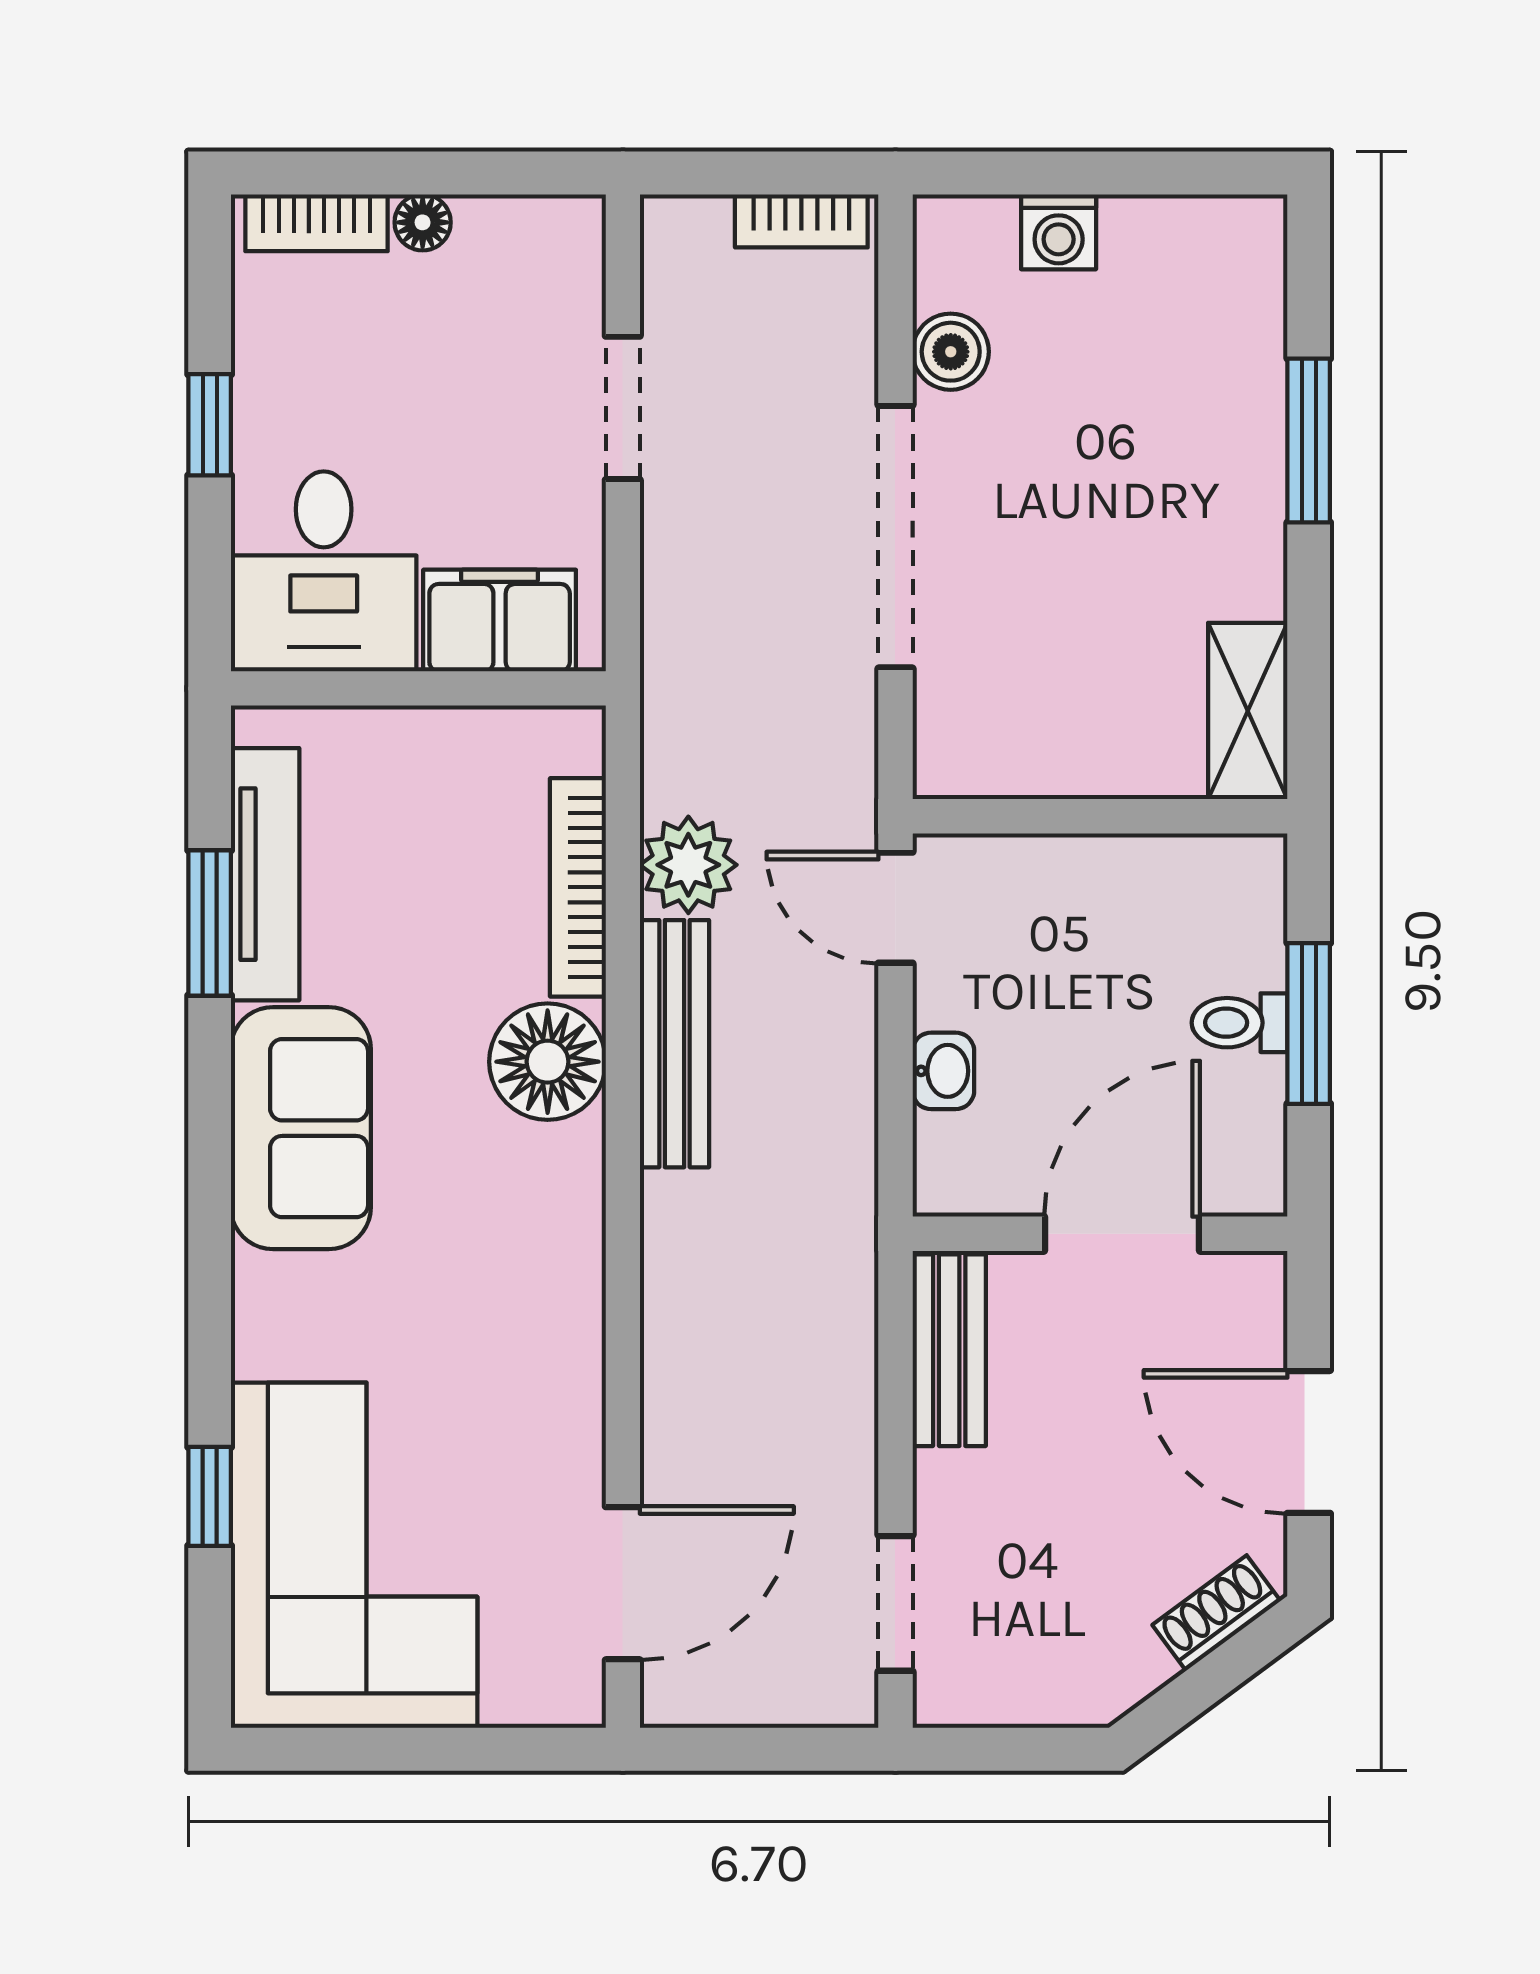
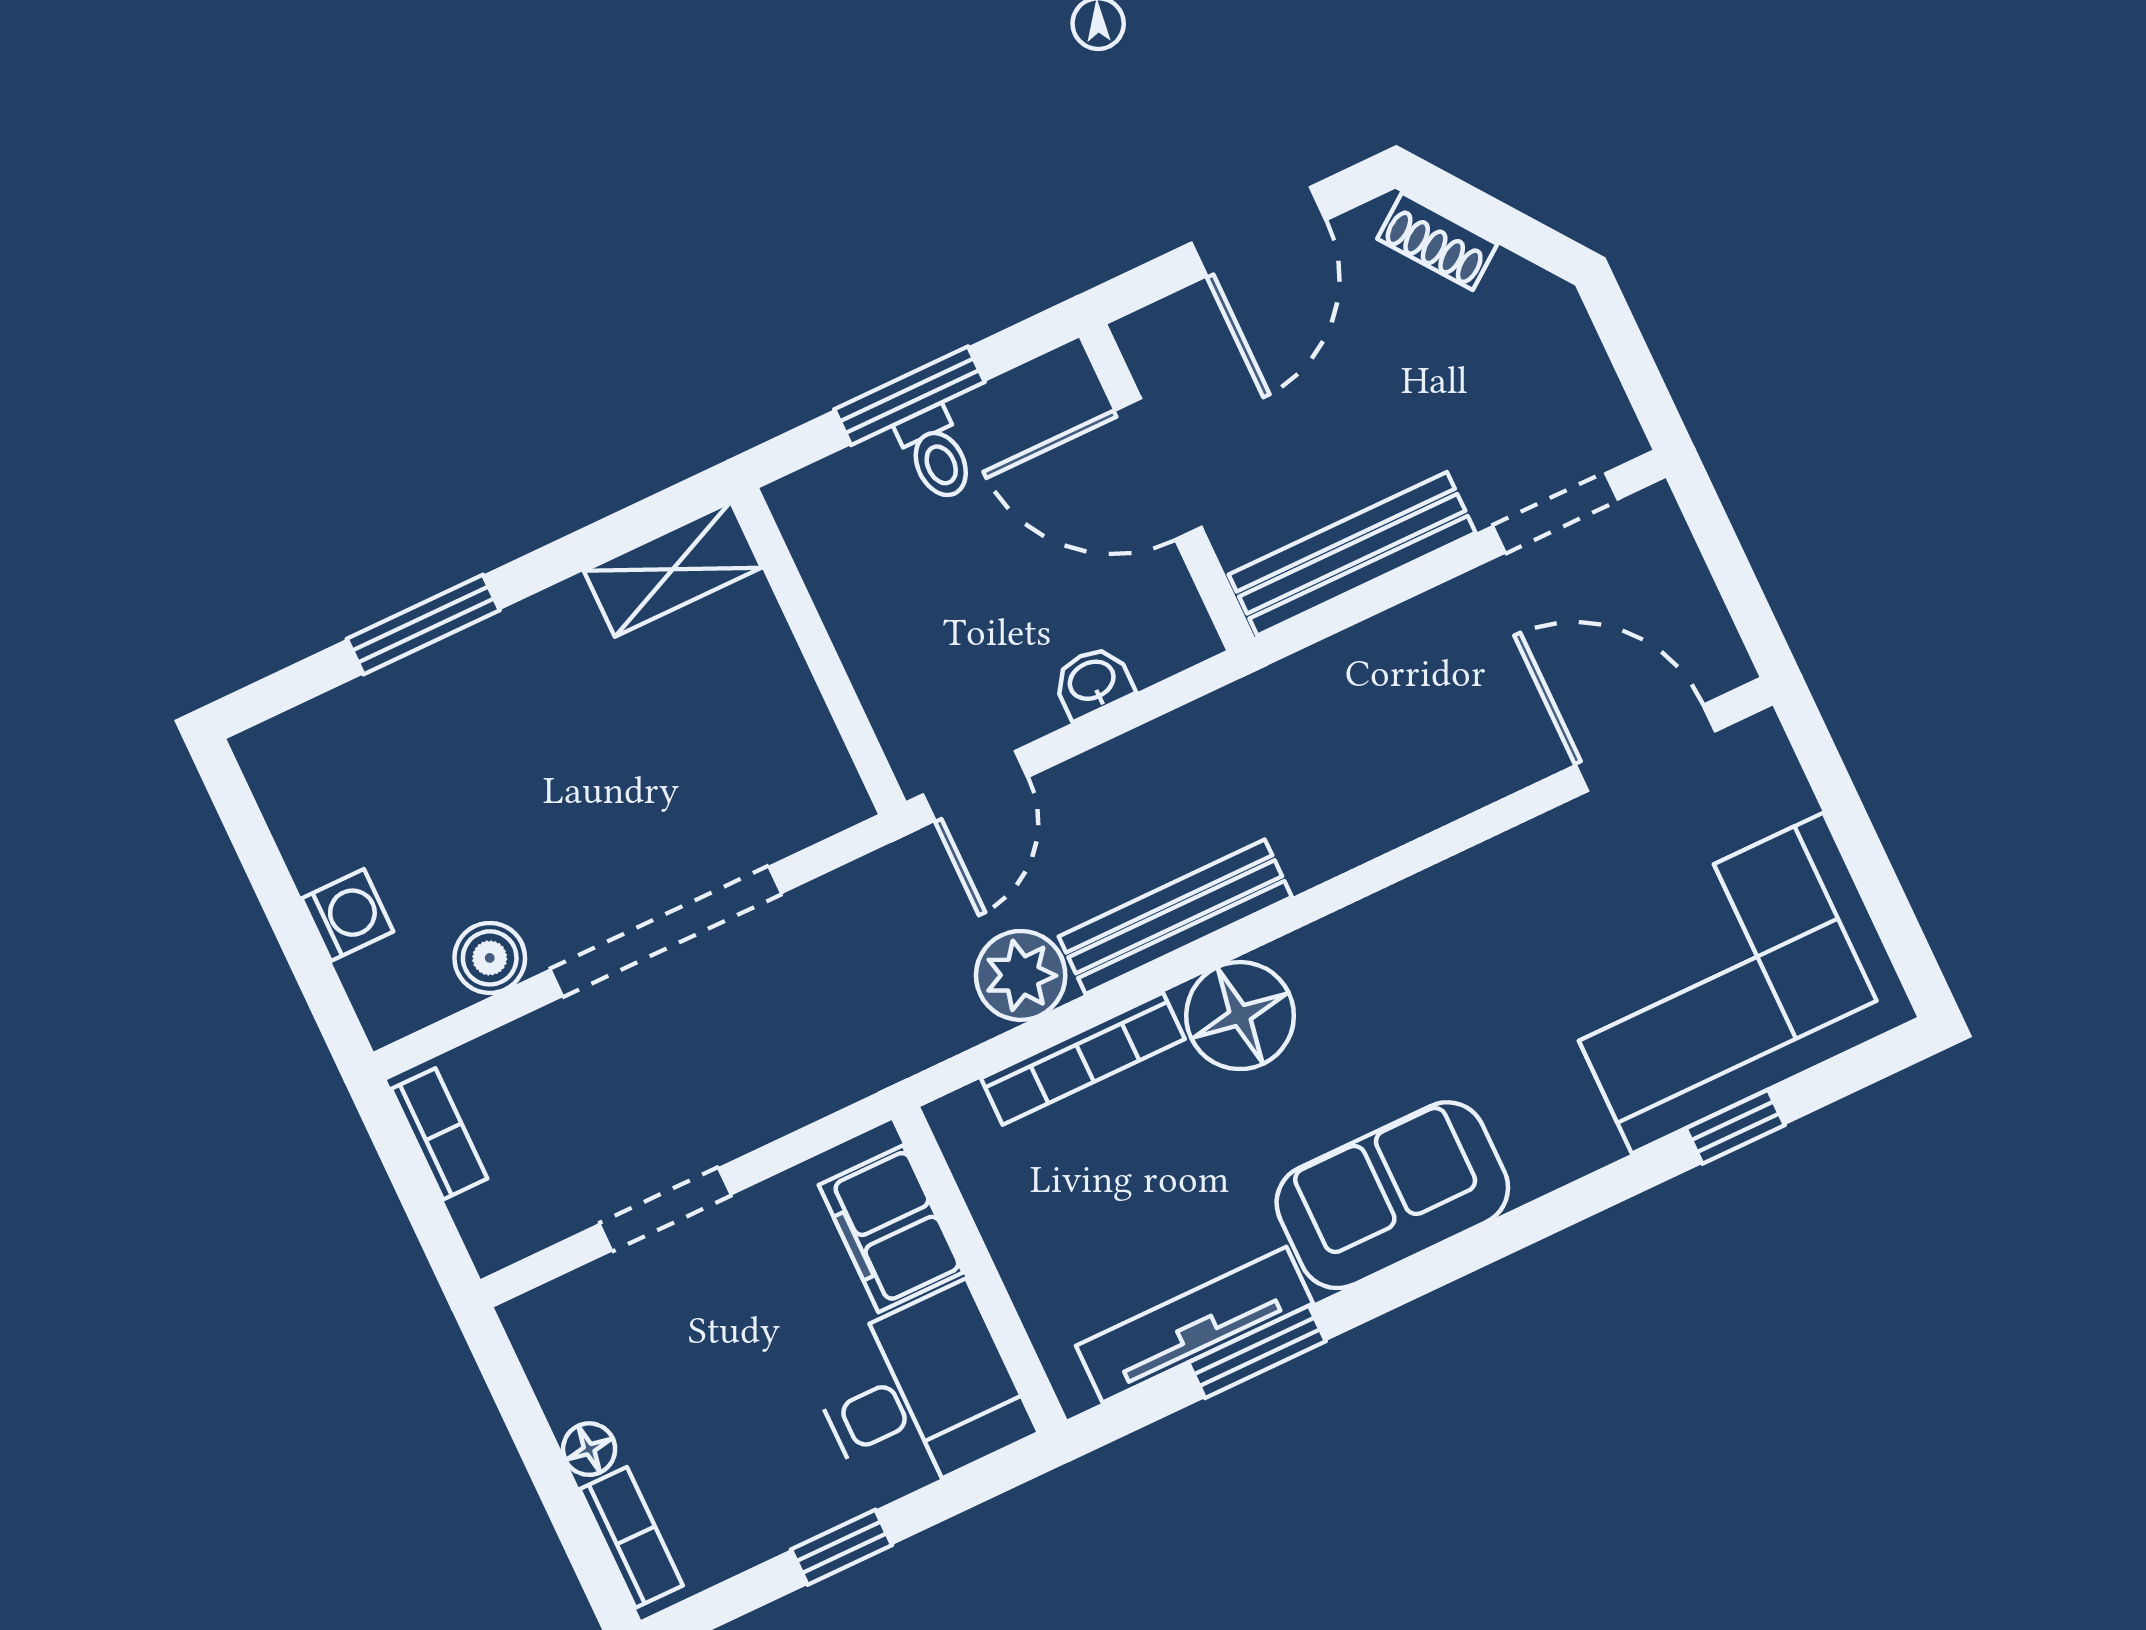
bench: (949, 1350) -> (1352, 554), width x1.36

